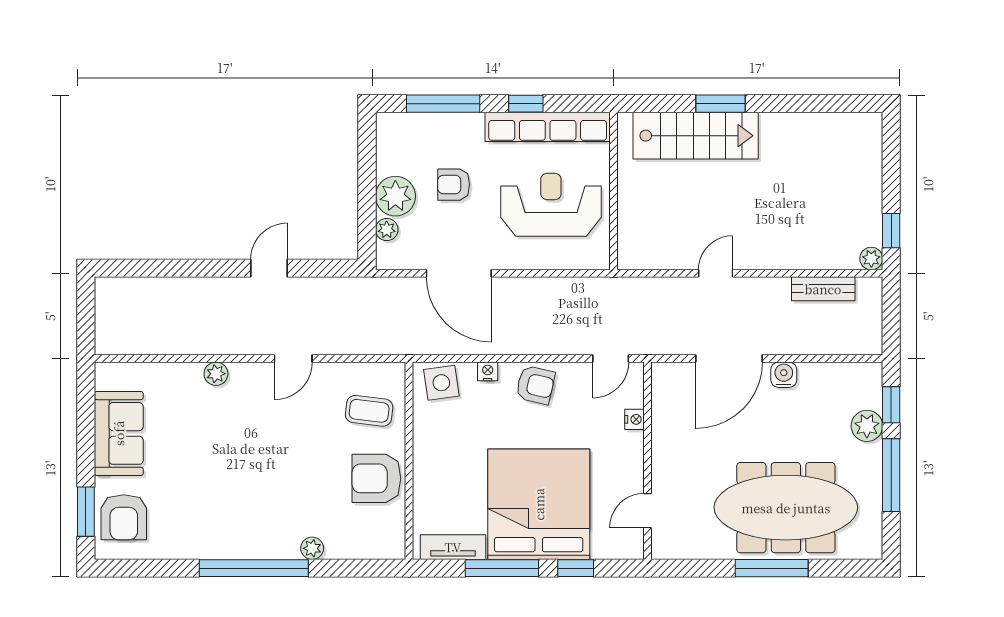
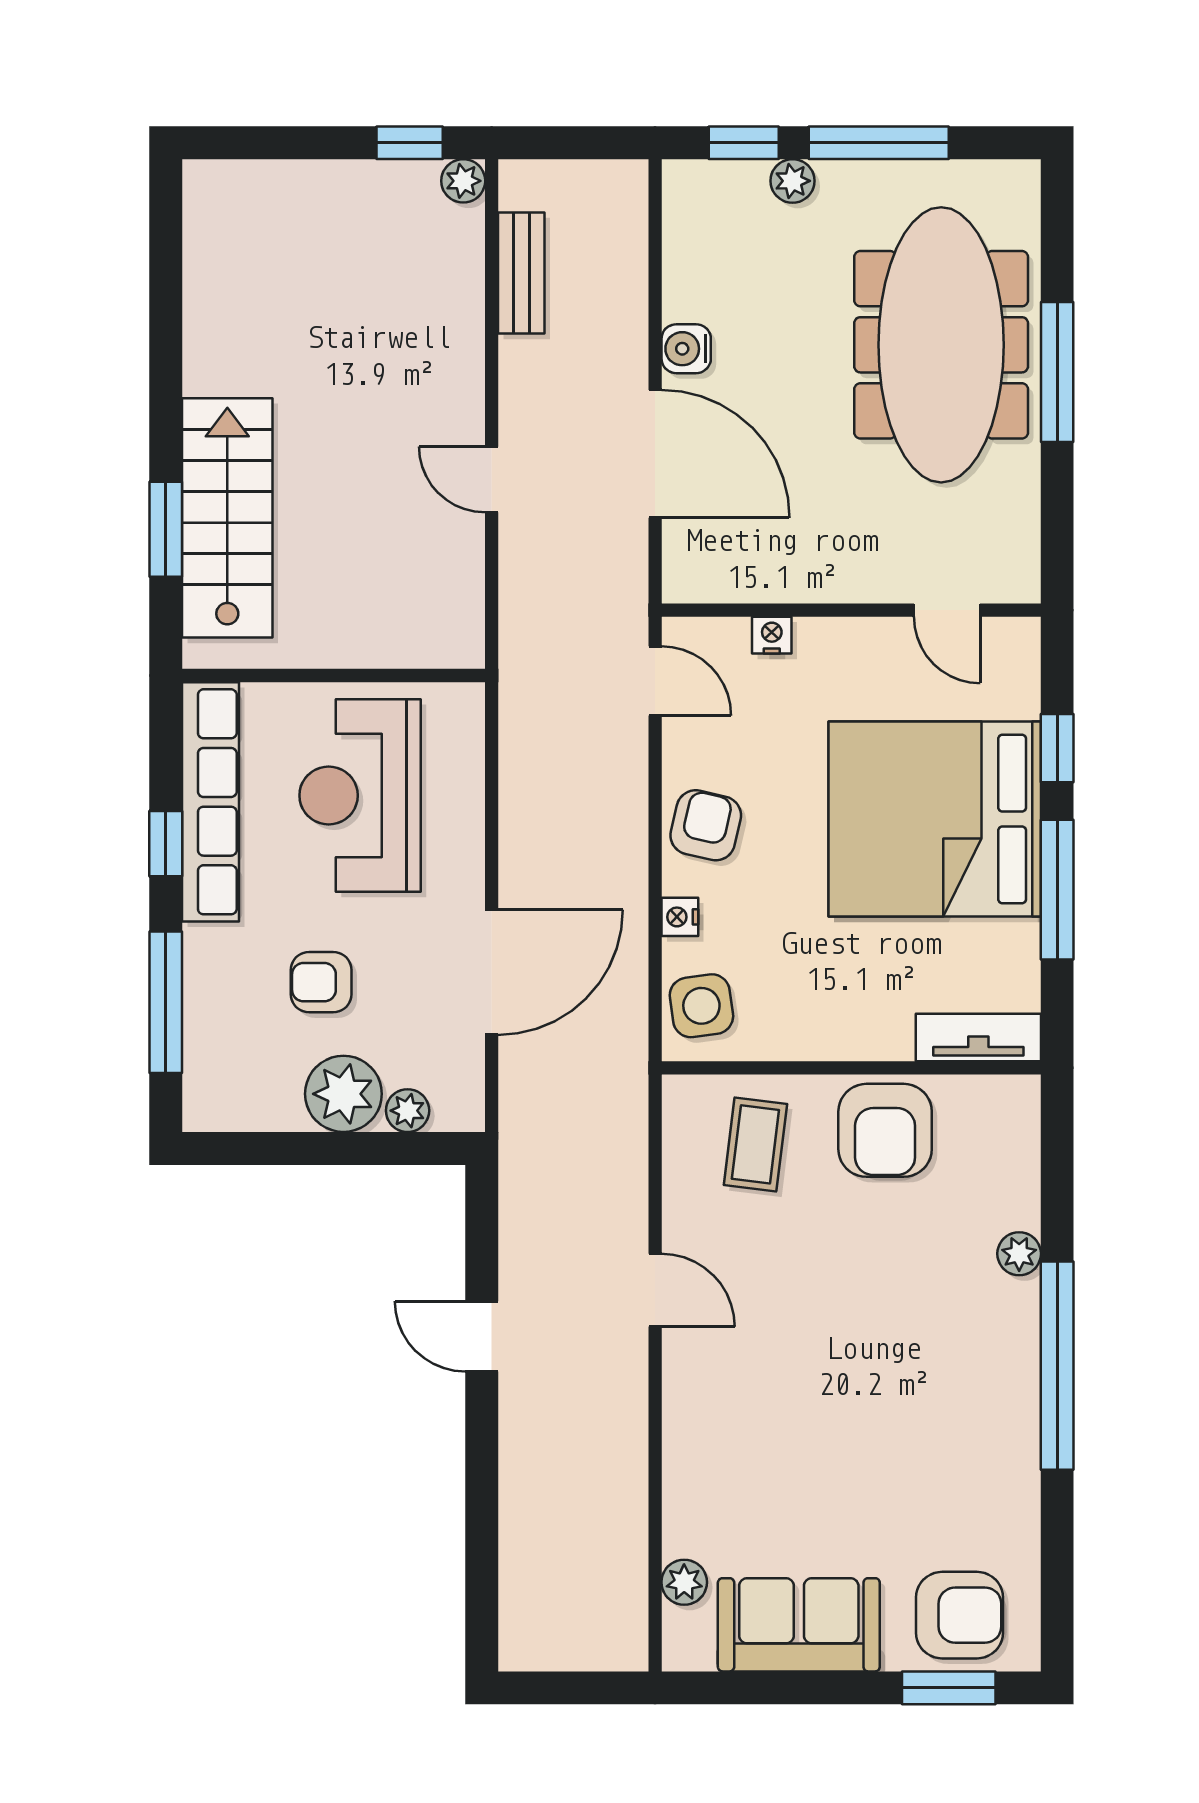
window: (720, 104) -> (166, 529), moved
armchair: (454, 185) -> (321, 982), turned 90
plant: (216, 374) -> (684, 1582), moved
plant: (867, 426) -> (793, 181), width x0.73, depth x0.73
tv unit: (453, 547) -> (978, 1037), moved, turned 90

